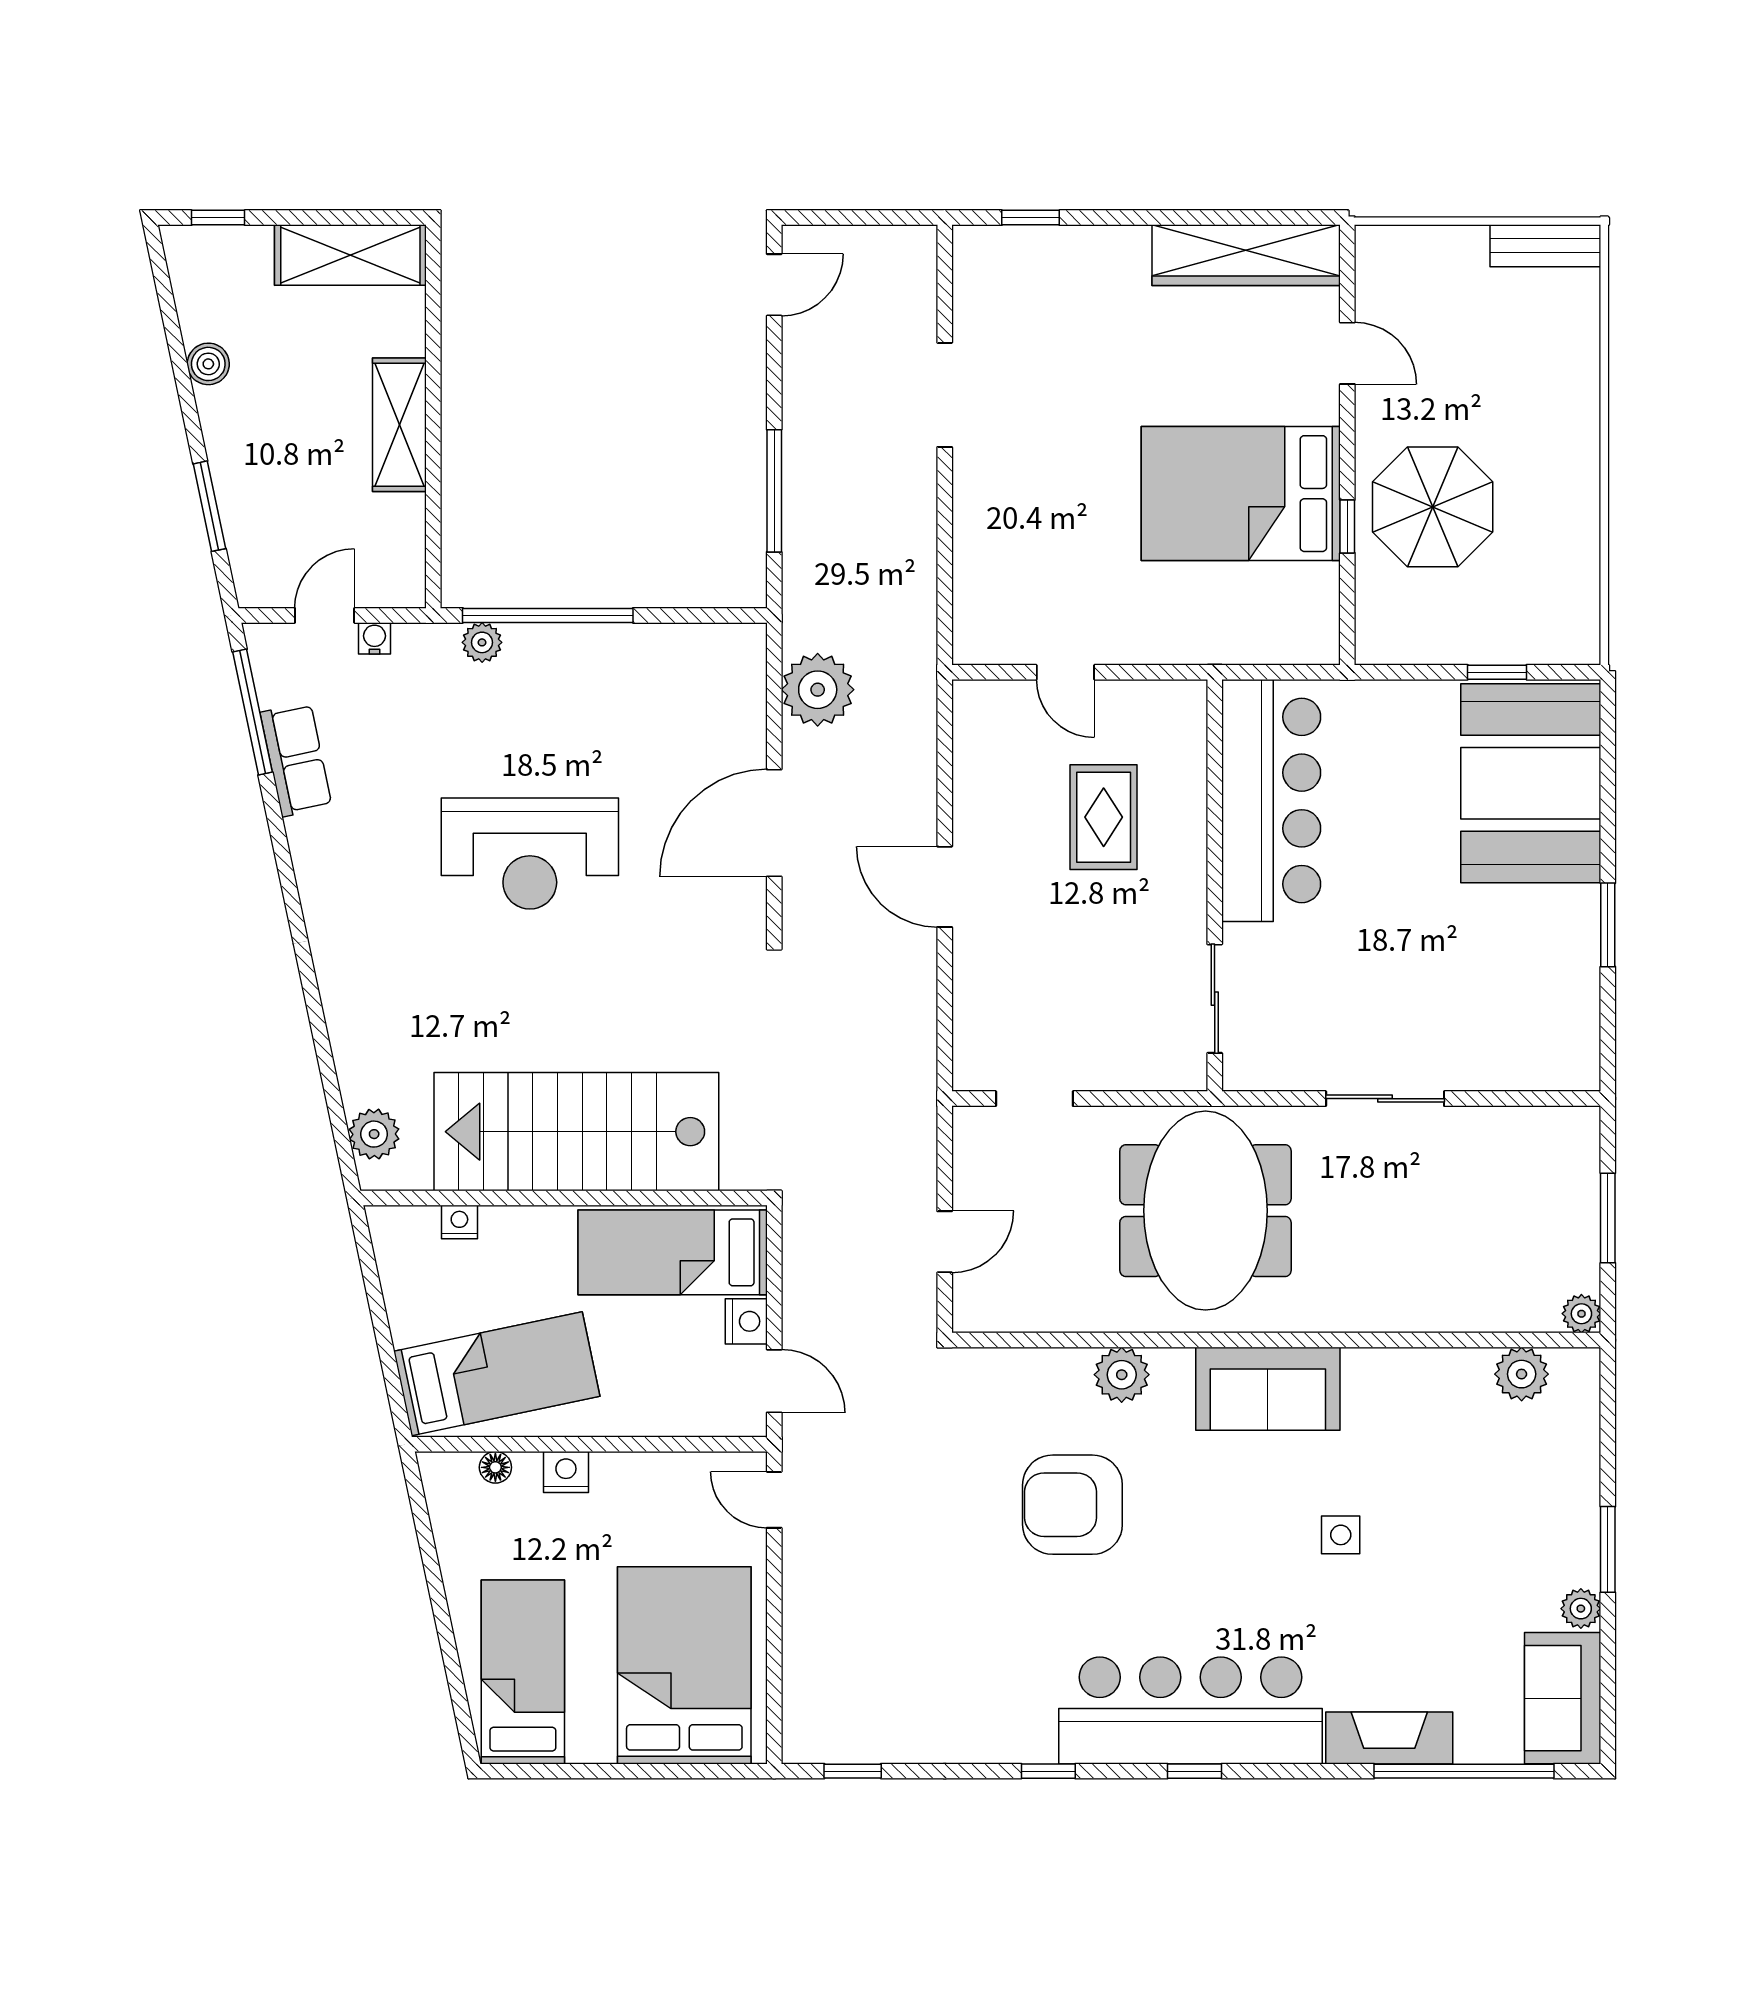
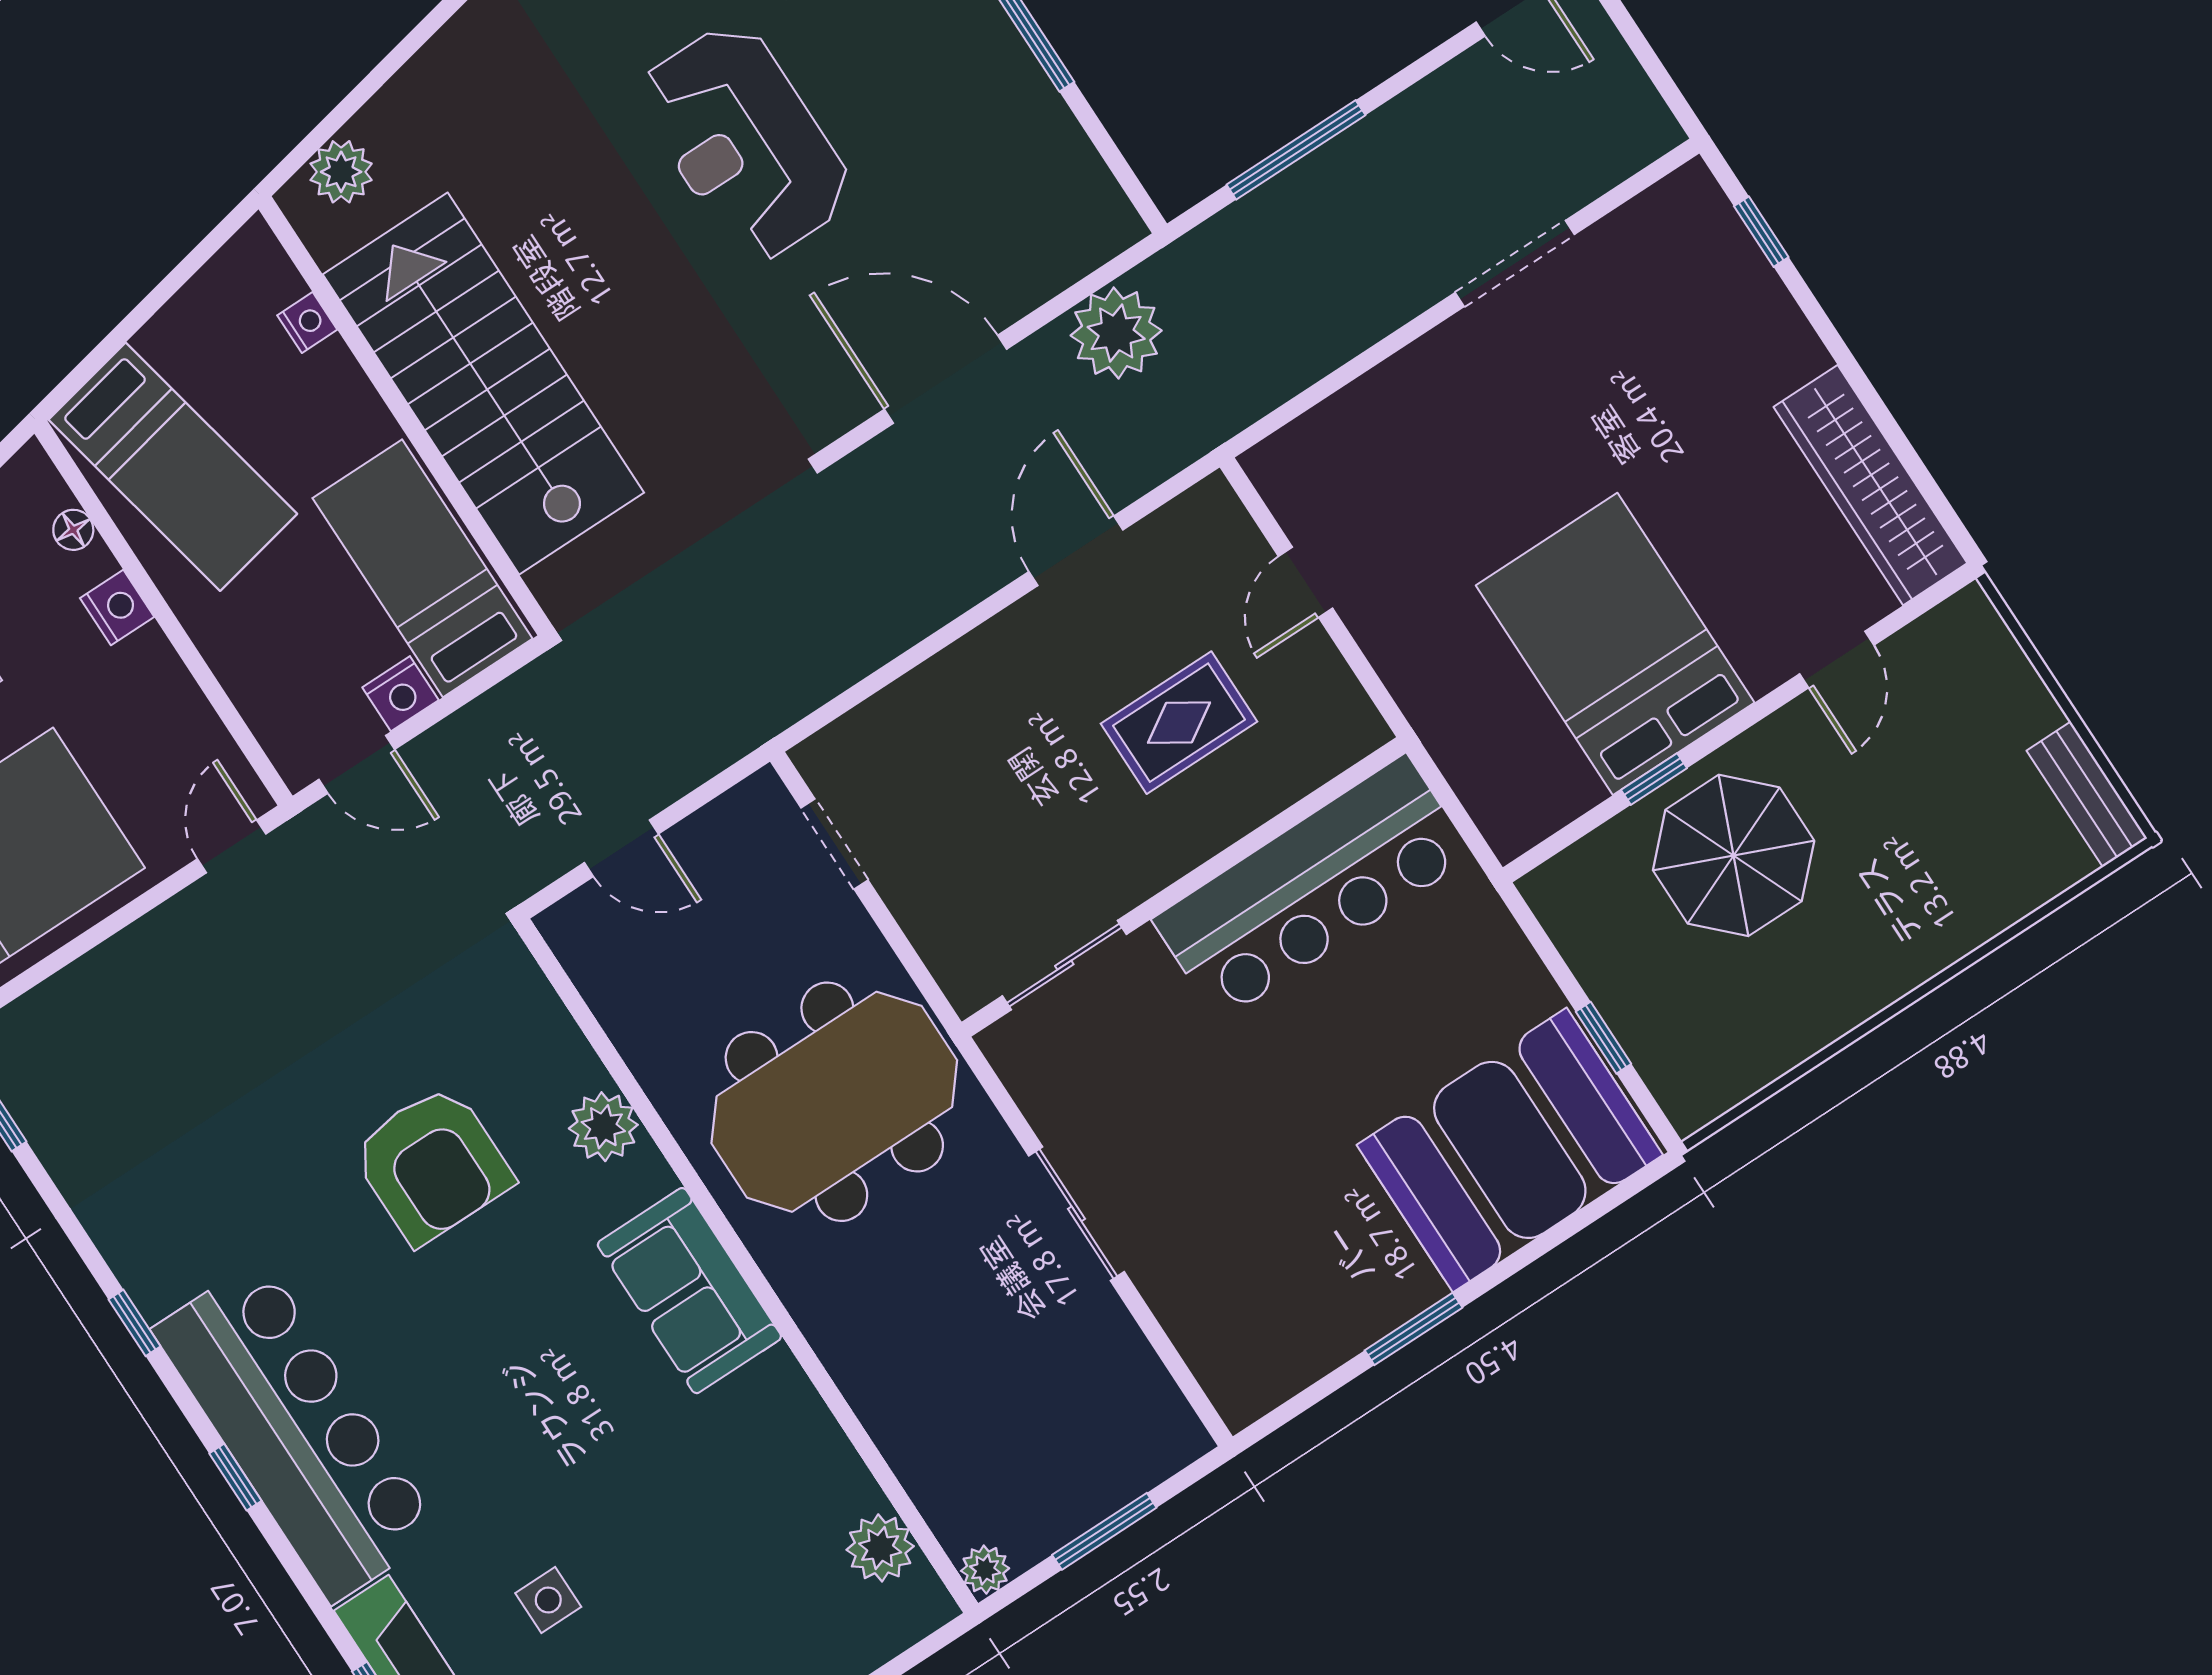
door: (945, 887) -> (1076, 551), moved
door: (774, 1381) -> (357, 764), hinge flipped
armchair: (1072, 1505) -> (432, 1164), turned 180
side table: (1341, 1535) -> (548, 1600), moved

